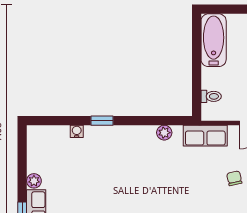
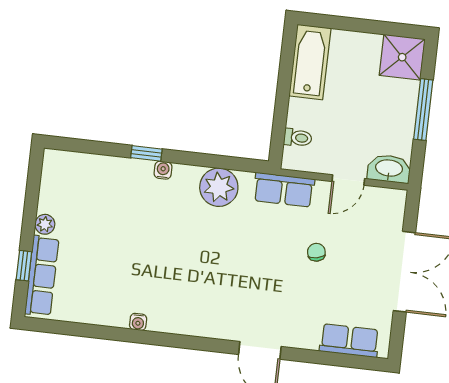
water cooler: (77, 131) -> (163, 170), moved
plant: (164, 133) -> (219, 187), width x1.87, depth x1.87

